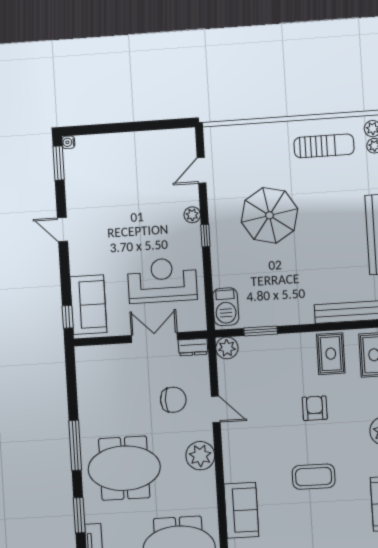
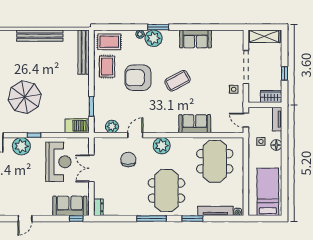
plant: (192, 215) -> (21, 146), width x1.88, depth x1.88
reception desk: (162, 280) -> (58, 162), turned 180
dresser: (193, 347) -> (98, 207), moved
plant: (227, 348) -> (112, 126), moved
rug: (331, 354) -> (107, 67), turned 90
armchair: (315, 408) -> (138, 78), width x1.88, depth x1.88
coffee table: (314, 477) -> (178, 81), turned 62

